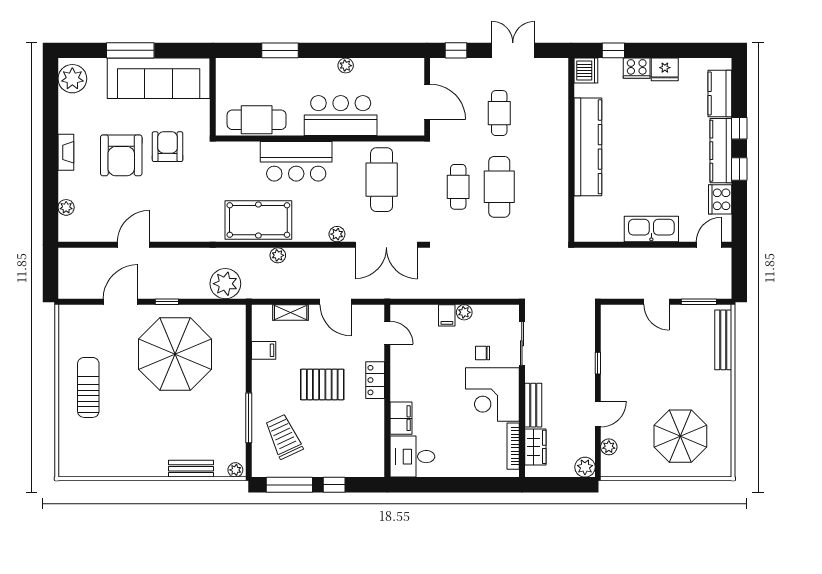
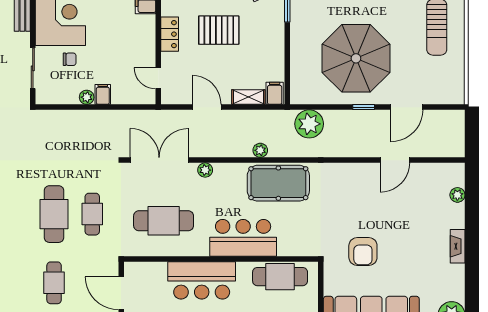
armchair: (121, 155) -> (406, 243), removed
cafe table: (382, 180) -> (164, 221), turned 90
filing cabinet: (264, 350) -> (275, 93), moved, turned 90

